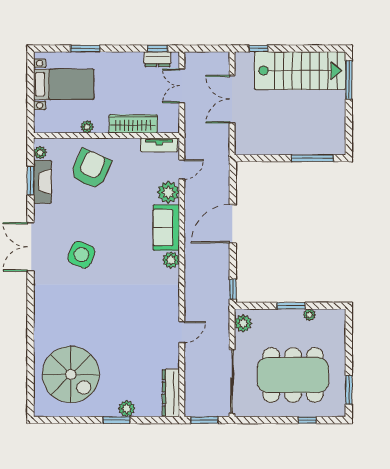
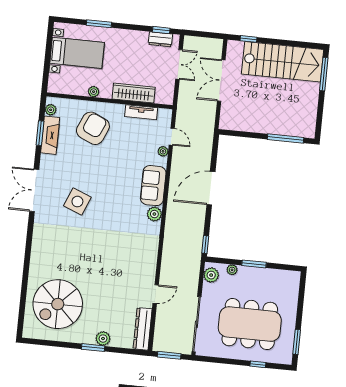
double door: (182, 86) -> (179, 64), swing flipped
tv unit: (159, 145) -> (141, 112), moved
door: (182, 169) -> (172, 137), hinge flipped
plant: (168, 192) -> (163, 151), width x0.53, depth x0.53
plant: (309, 315) -> (232, 270), moved
door: (182, 332) -> (156, 294), moved
spiral stairs: (71, 374) -> (58, 304), turned 90

